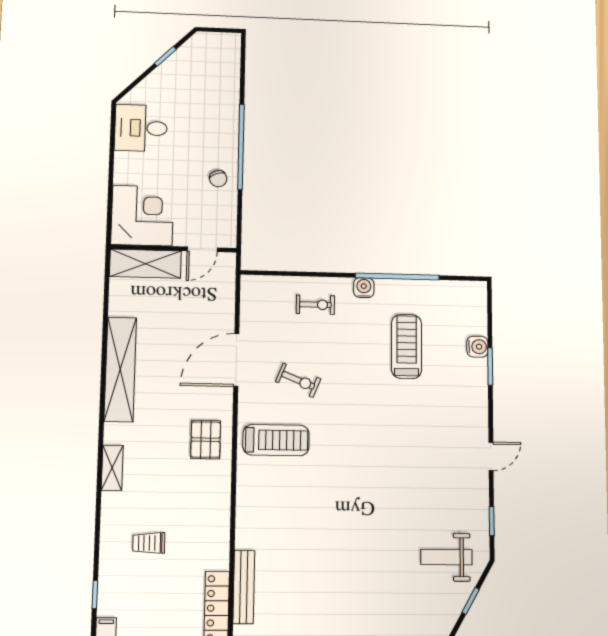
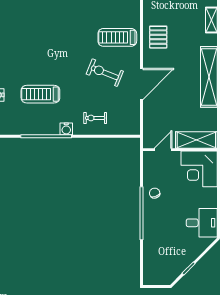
treadmill: (407, 346) -> (40, 94), turned 90
exercise bike: (298, 380) -> (105, 73), width x1.38, depth x1.39

